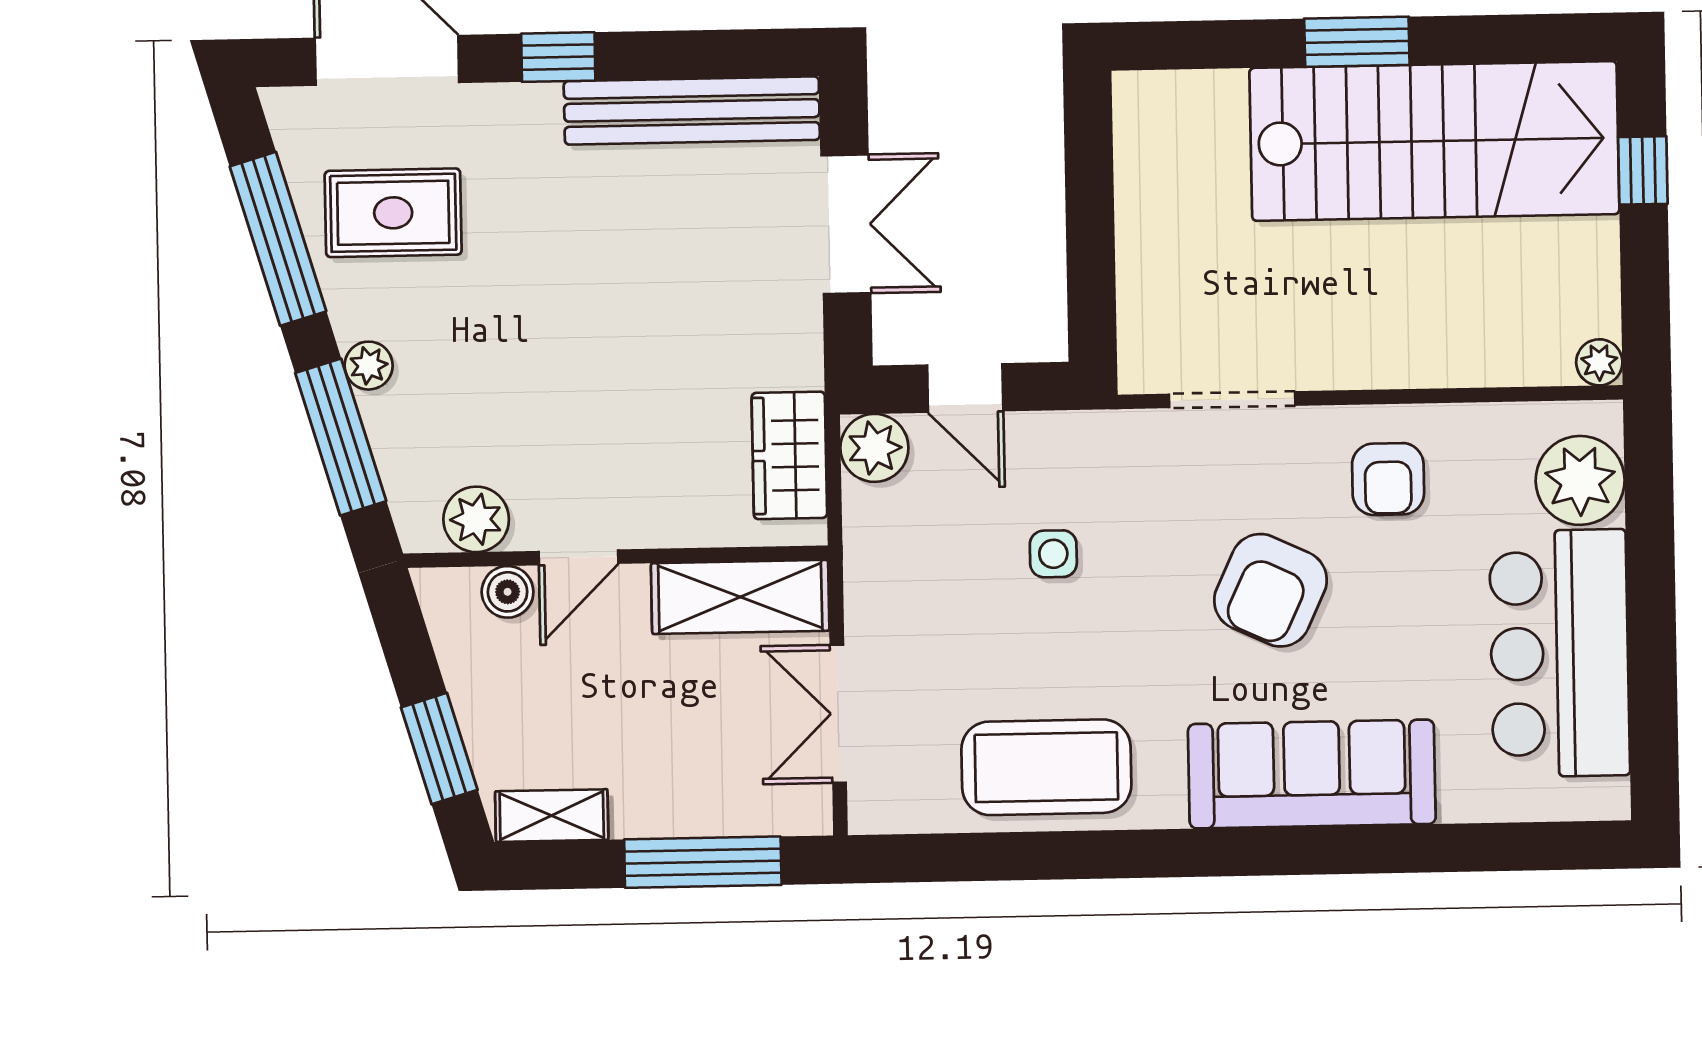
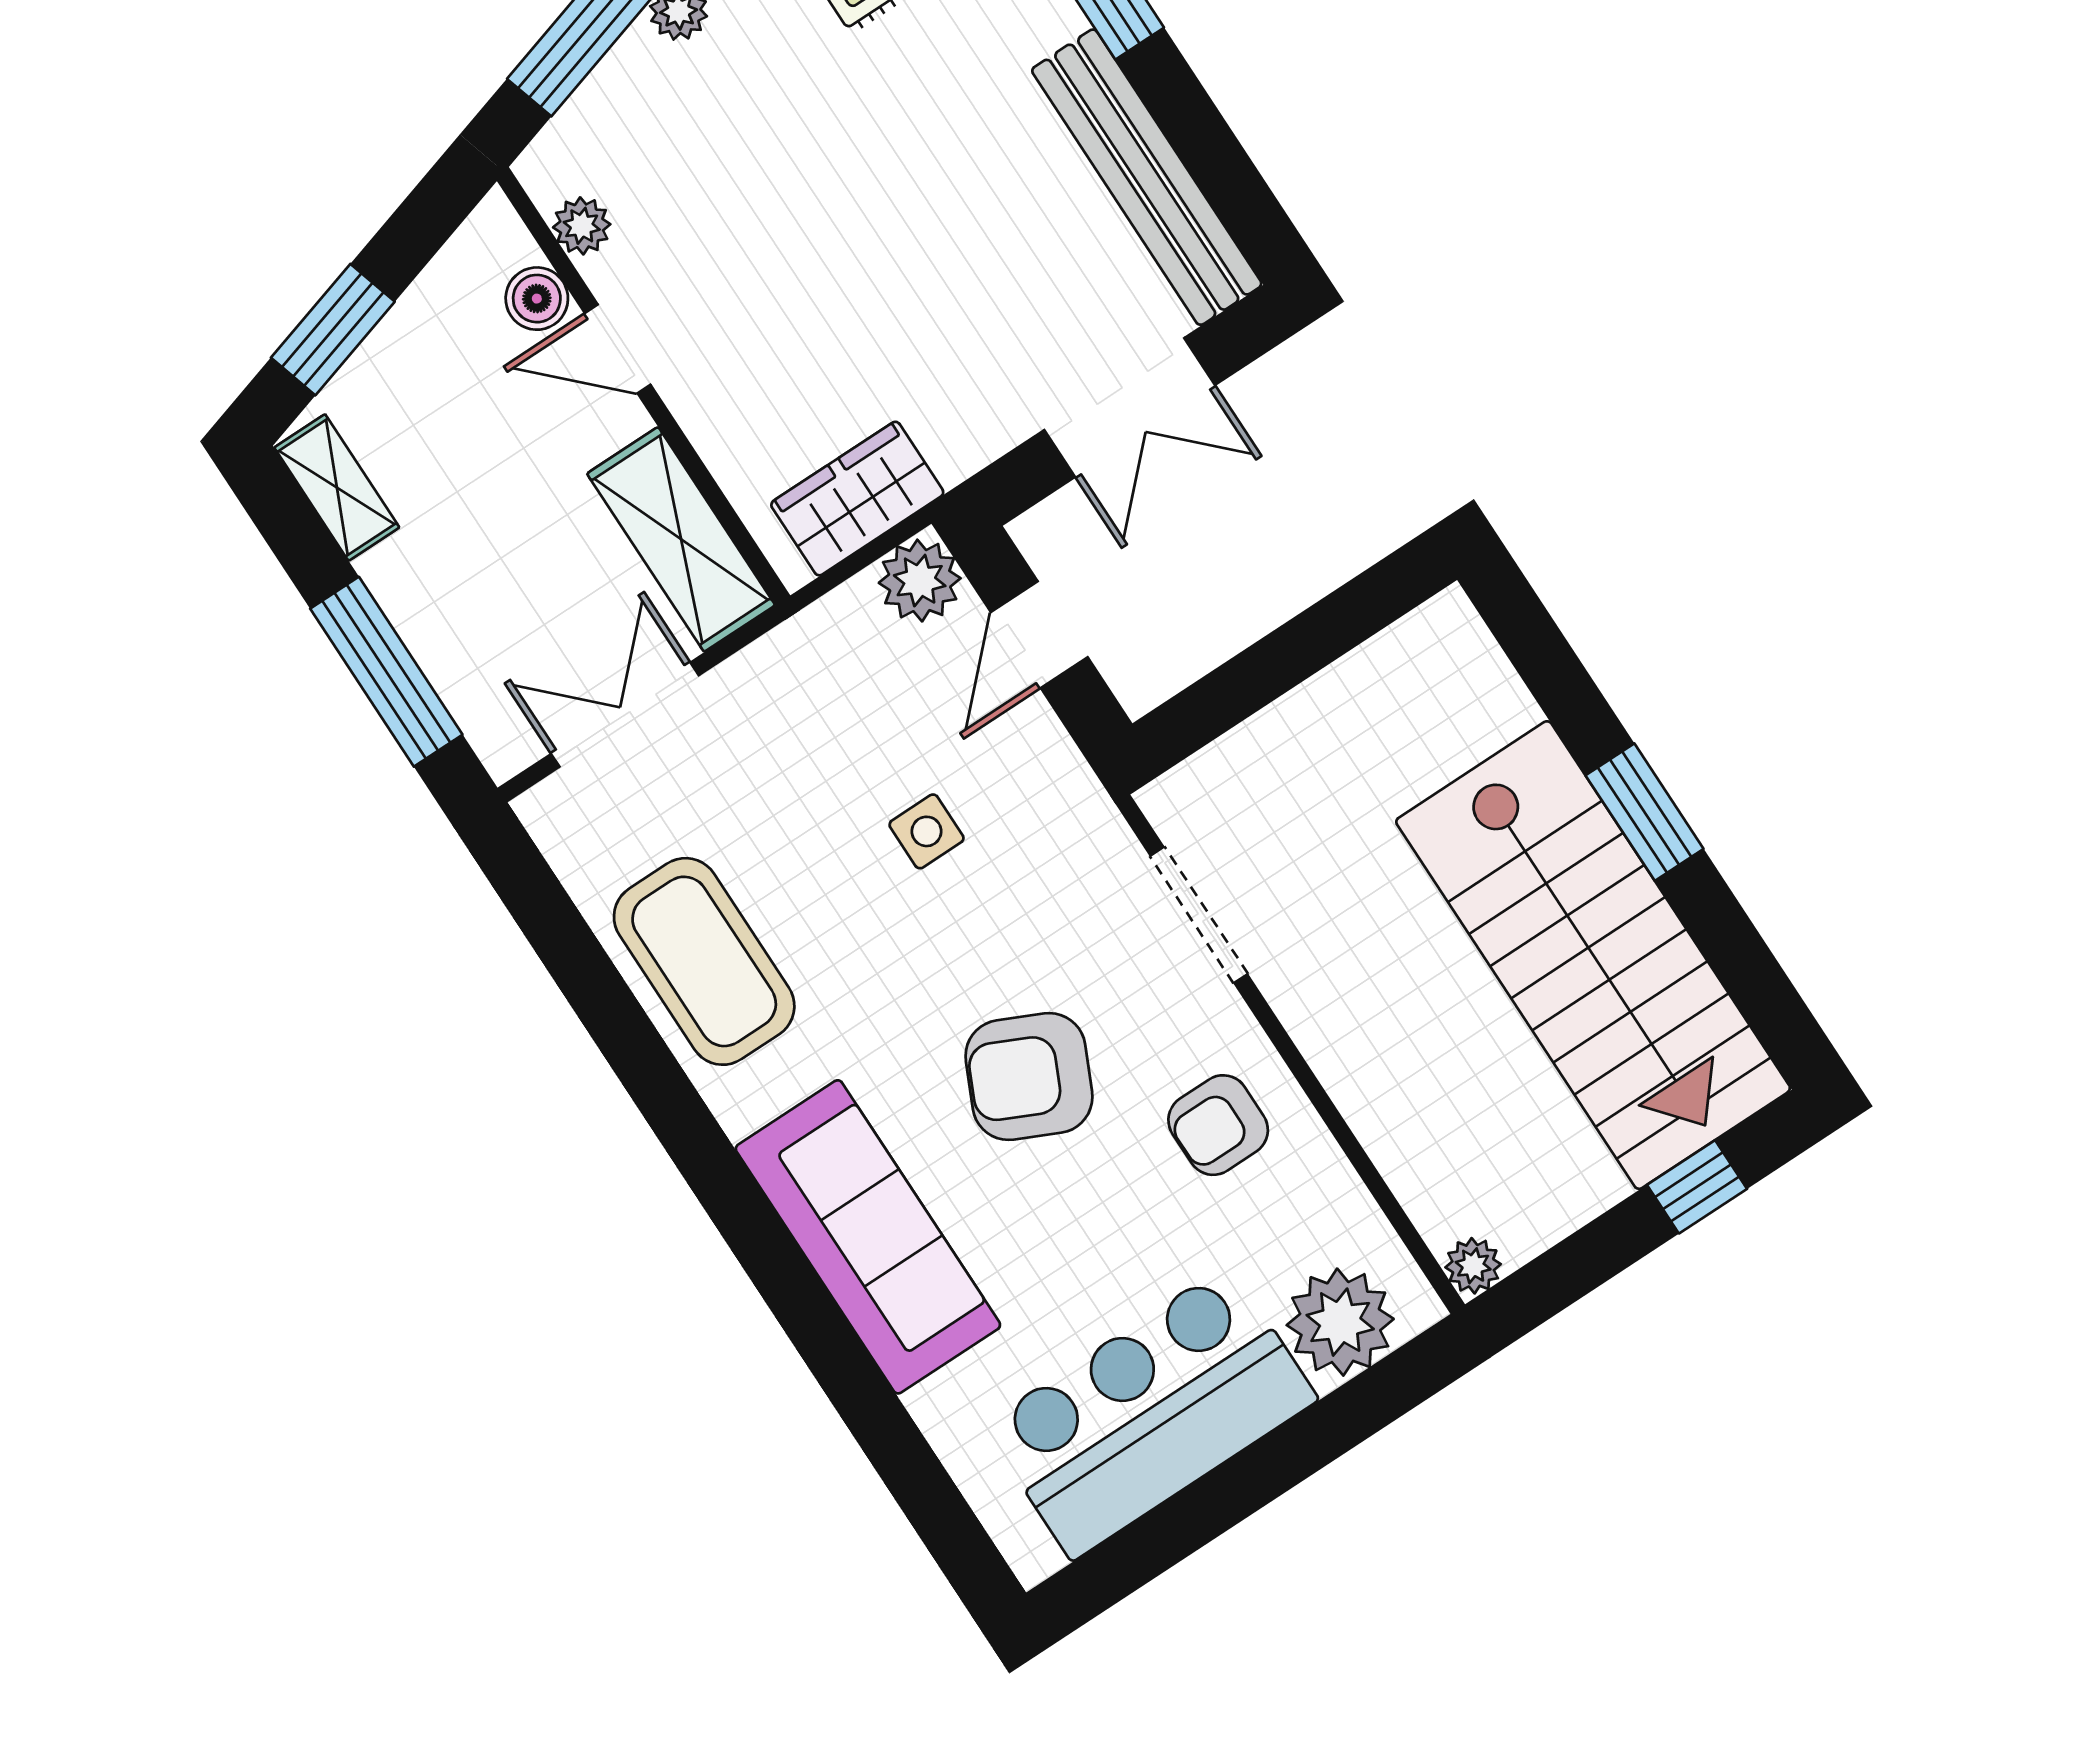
plant: (476, 519) -> (582, 226), width x0.73, depth x0.73

